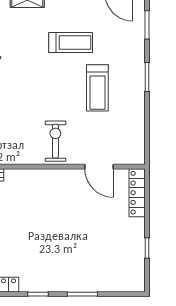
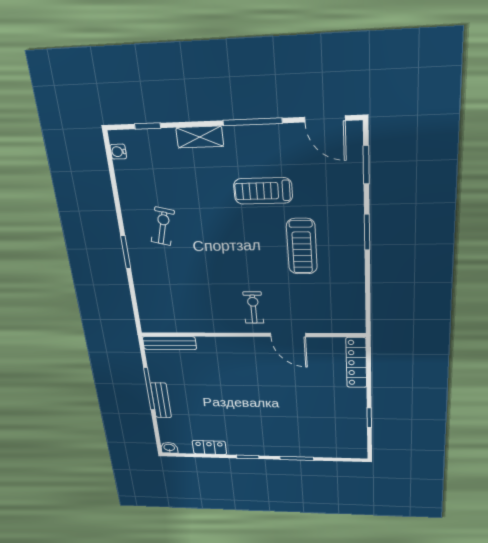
treadmill: (71, 42) -> (263, 191), turned 180
exercise bike: (55, 141) -> (253, 308), width x0.73, depth x0.72
door: (99, 167) -> (288, 335), moved

